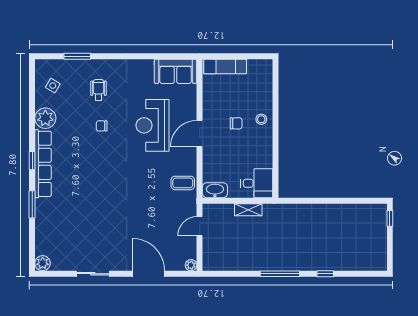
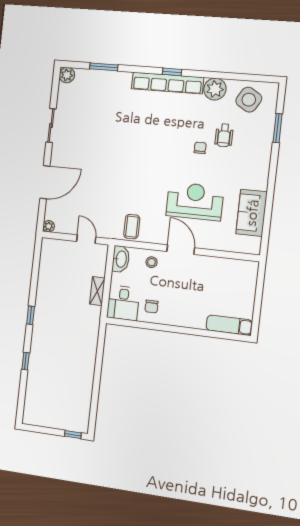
exam couch: (225, 66) -> (229, 325), moved, turned 90
sofa: (176, 71) -> (252, 213), moved
side table: (53, 86) -> (249, 100), width x1.87, depth x1.87
wheelchair: (99, 90) -> (224, 135), moved, turned 90
stool: (261, 119) -> (152, 262), moved
chair: (236, 123) -> (151, 306), moved
window: (32, 204) -> (104, 67), moved
window: (280, 274) -> (31, 315), width x0.46

